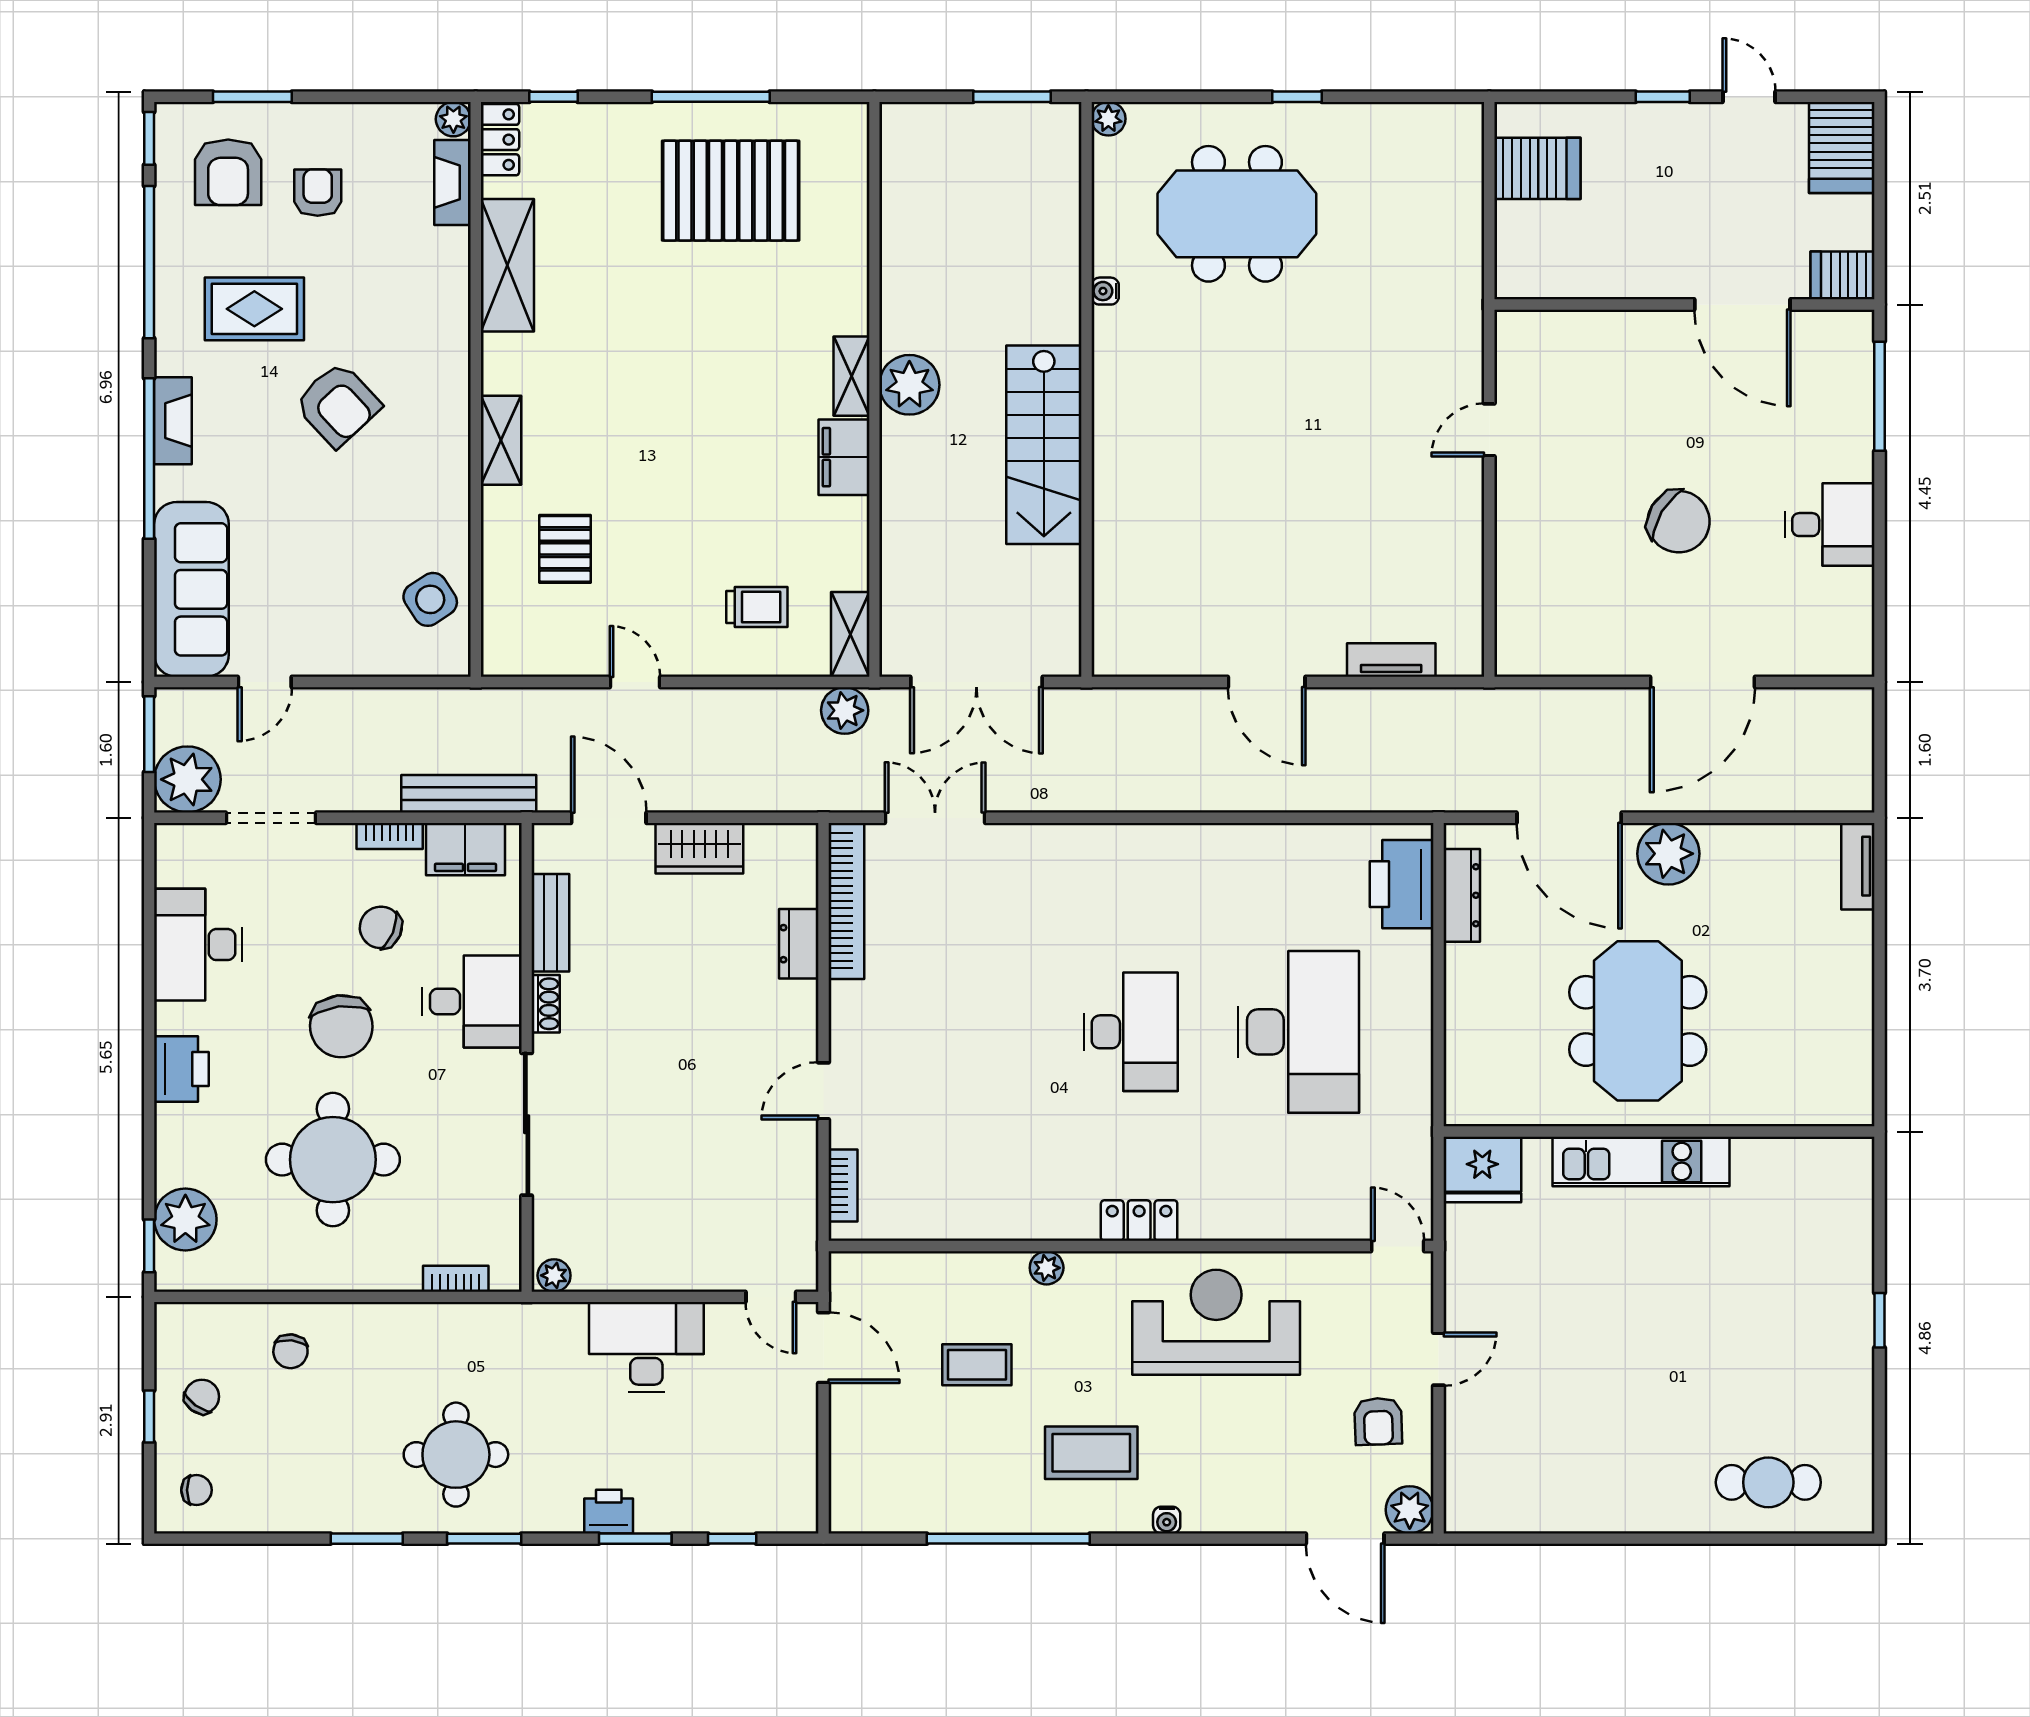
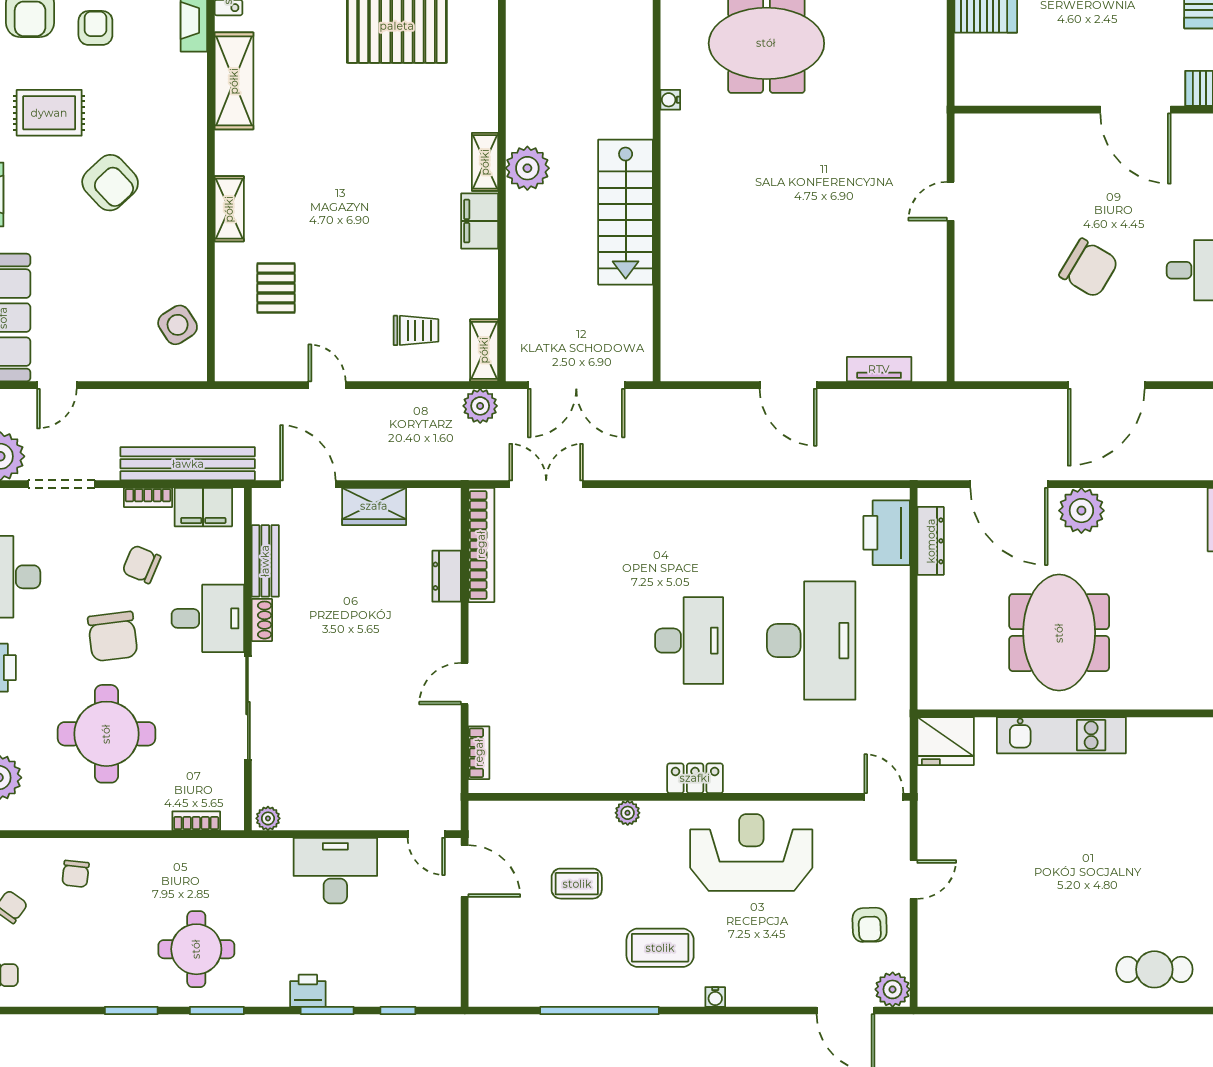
bench: (469, 794) -> (188, 464), width x1.37, depth x1.21

